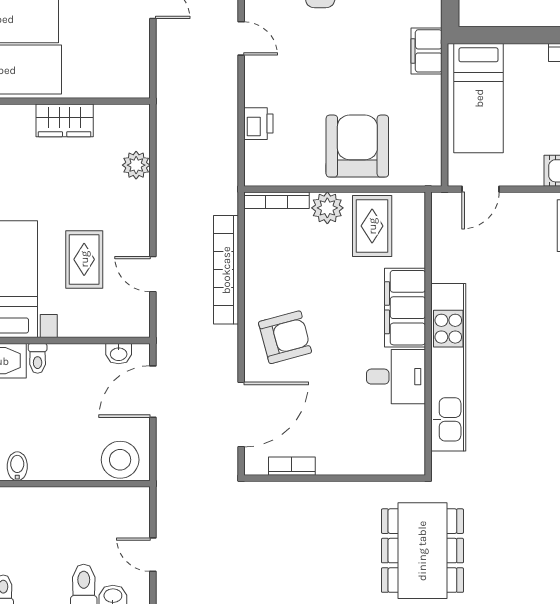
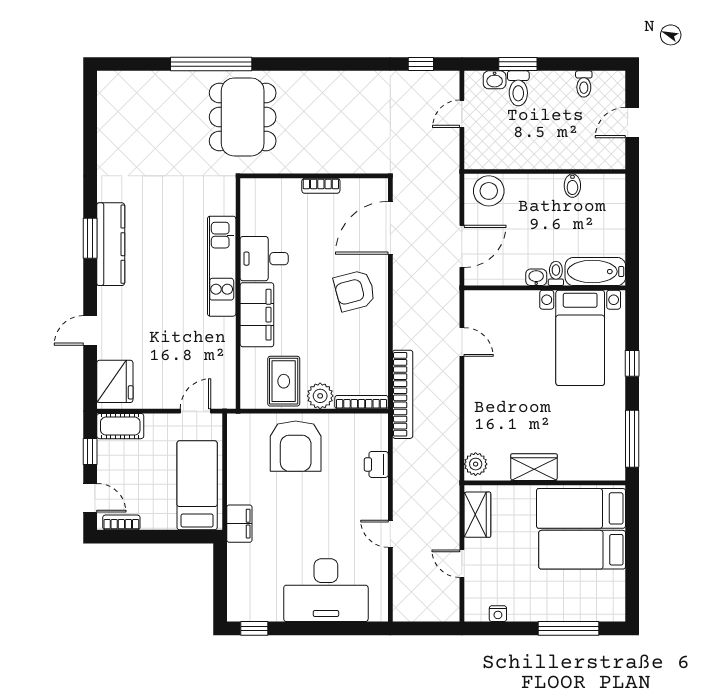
wardrobe: (134, 62) -> (477, 515), added
plant: (136, 165) -> (476, 464), moved
rug: (84, 259) -> (518, 354), removed
bookcase: (226, 270) -> (403, 394), moved
washbasin: (119, 354) -> (536, 277), moved
kitchen unit: (448, 367) -> (222, 266), width x0.73
bookcase: (292, 466) -> (321, 186), moved
door: (153, 555) -> (462, 114), swing flipped

